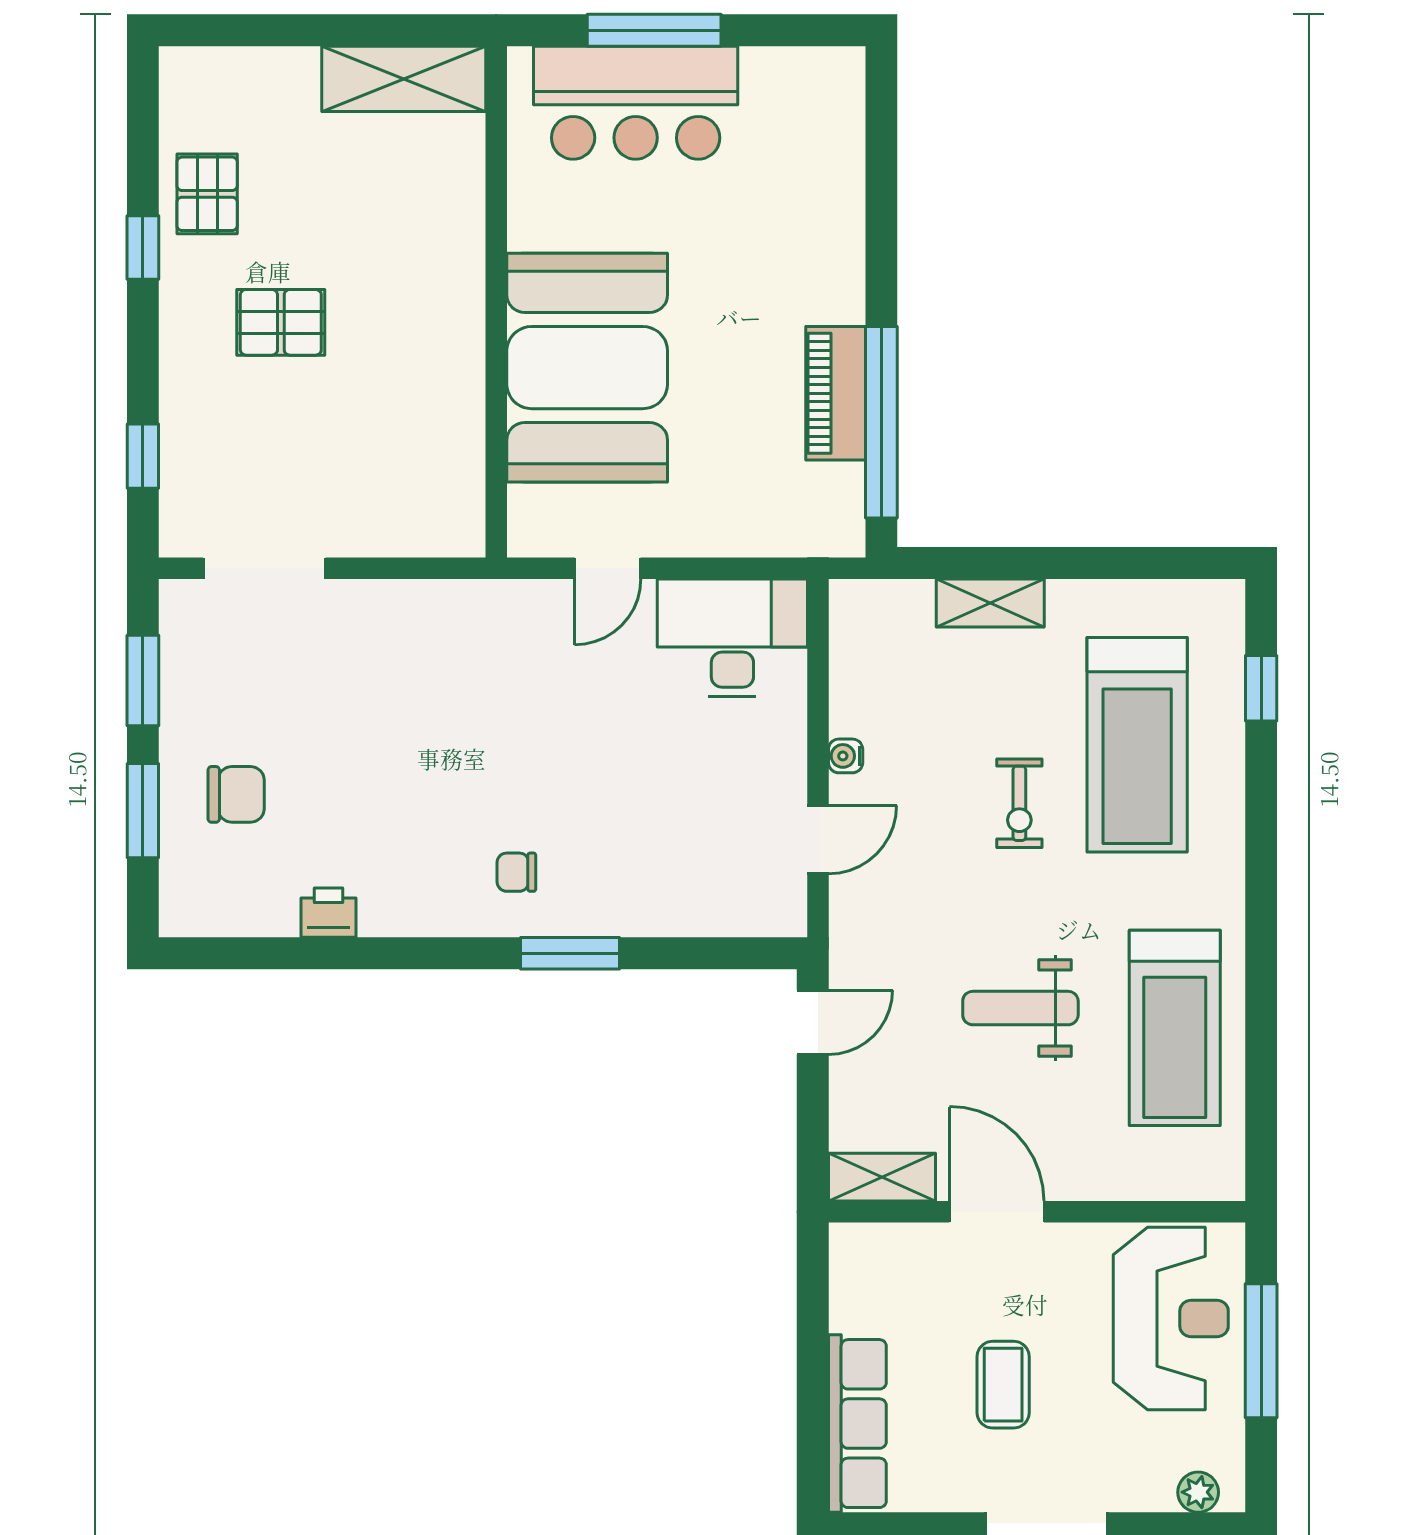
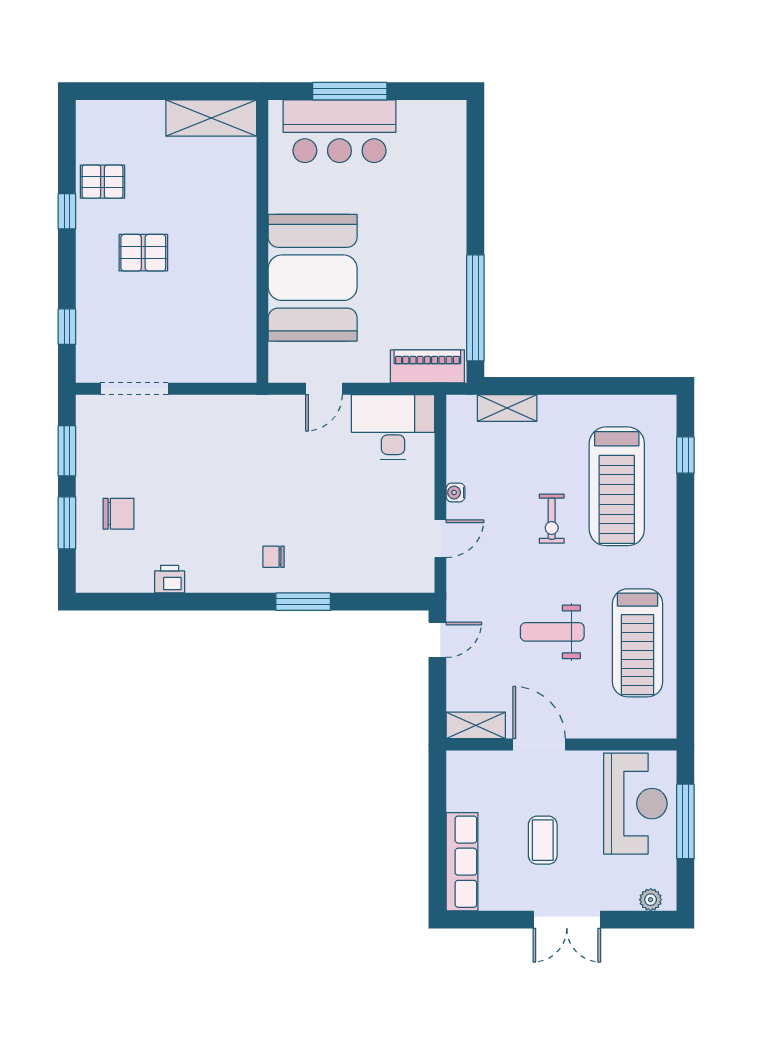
pallet: (207, 194) -> (102, 182), turned 90
piano: (836, 393) -> (427, 366), moved, turned 90
shelving: (990, 603) -> (507, 408), moved

